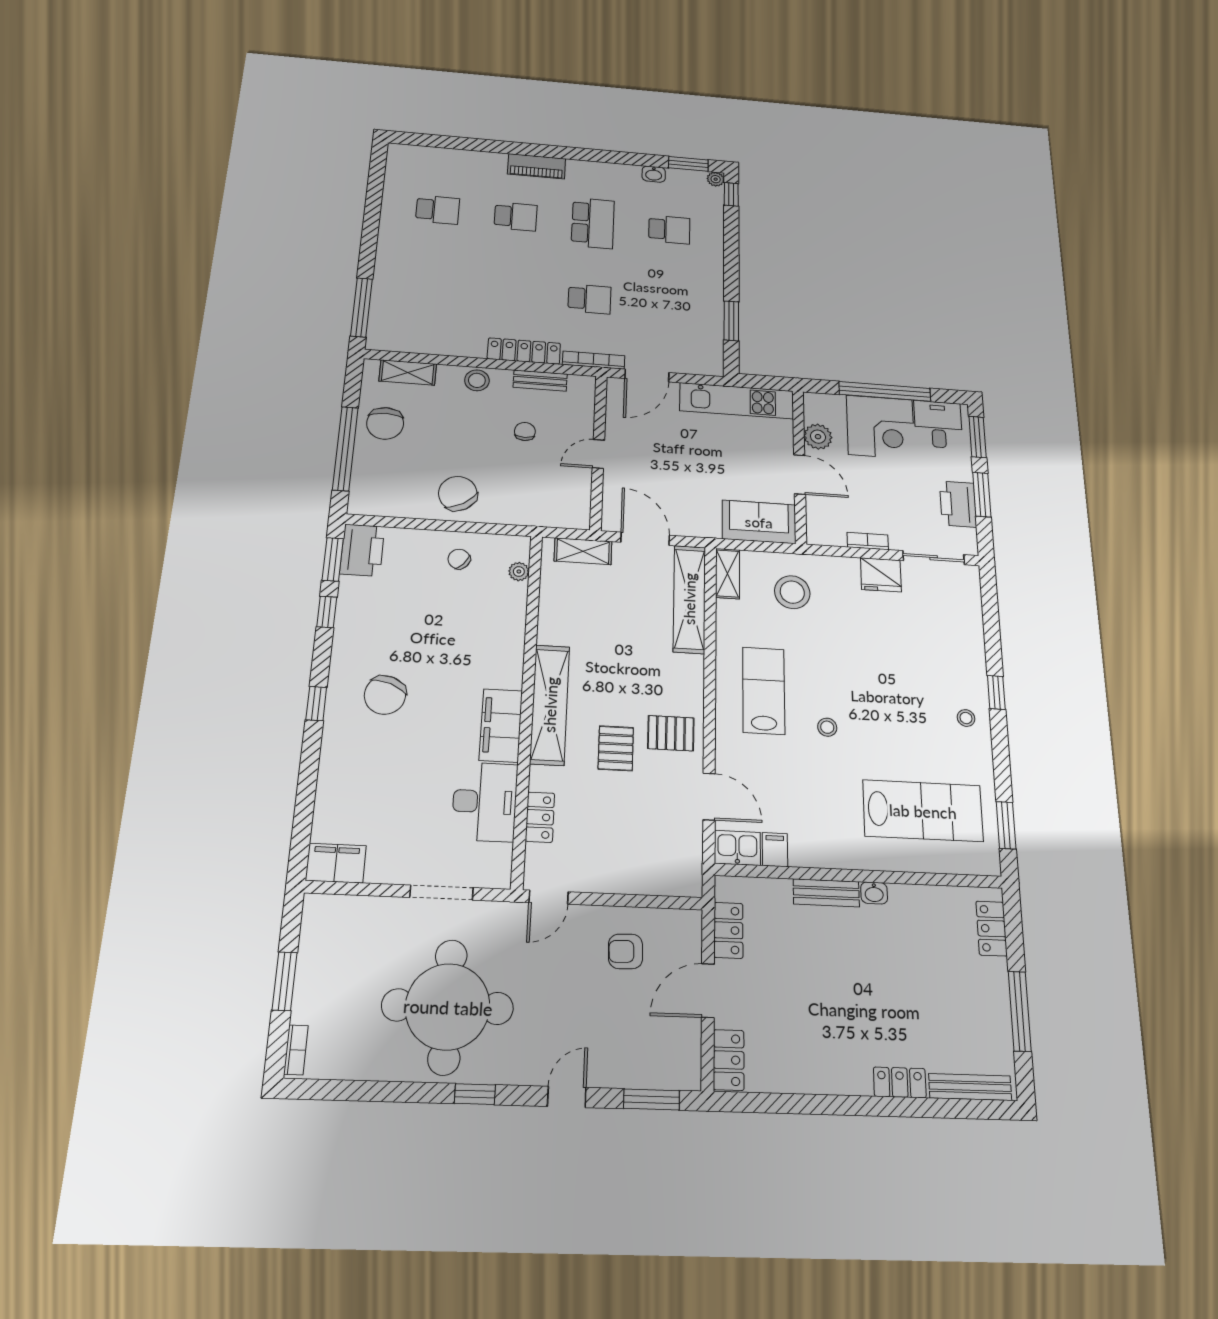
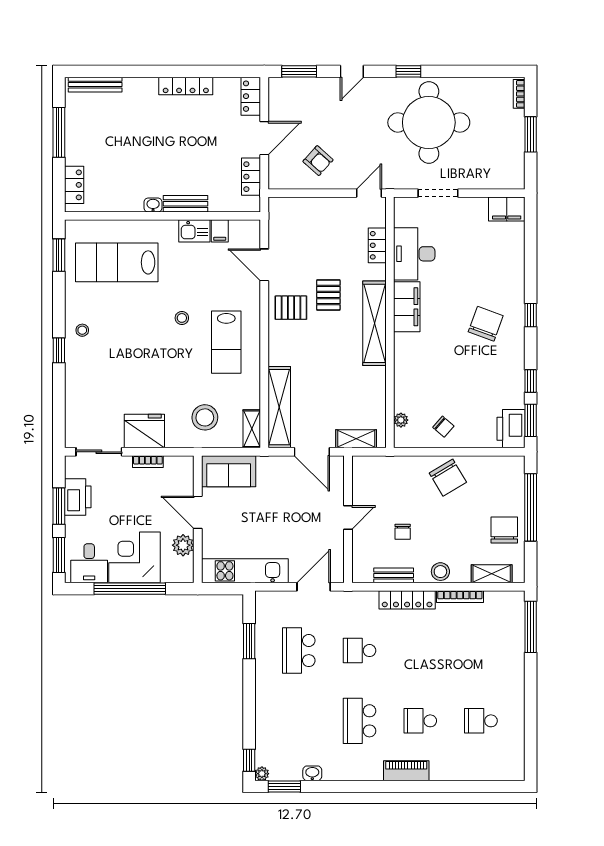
school desk: (669, 230) -> (299, 651), moved, width x1.85
bookcase: (594, 360) -> (460, 597), moved
fridge: (881, 575) -> (144, 431), width x1.36, depth x1.34
kitchen sink: (737, 848) -> (194, 231), moved
armchair: (625, 951) -> (318, 161), turned 44
locker: (900, 1082) -> (186, 86), moved, width x1.53

